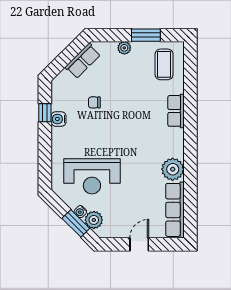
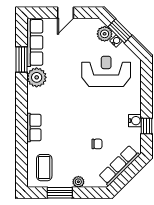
row of seats: (83, 61) -> (119, 165), width x1.48
chair: (94, 102) -> (97, 144), moved
window: (190, 190) -> (22, 60), added

